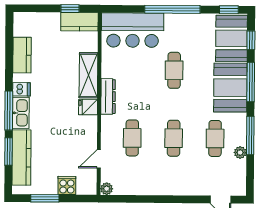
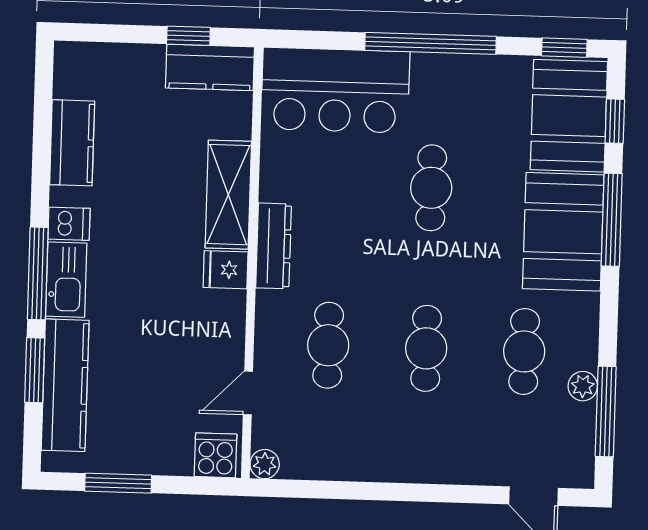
window: (250, 135) -> (606, 411), moved
cooker: (67, 185) -> (216, 455), moved

